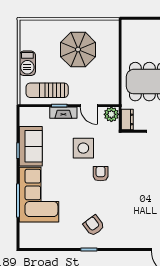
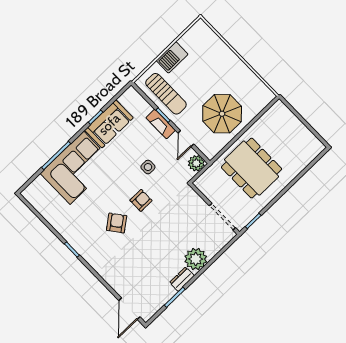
parasol: (78, 50) -> (222, 114), moved
sun lounger: (47, 90) -> (166, 94), turned 180
dresser: (127, 119) -> (205, 180), removed
side table: (83, 148) -> (148, 167), width x0.54, depth x0.54
armchair: (94, 225) -> (117, 223), moved

